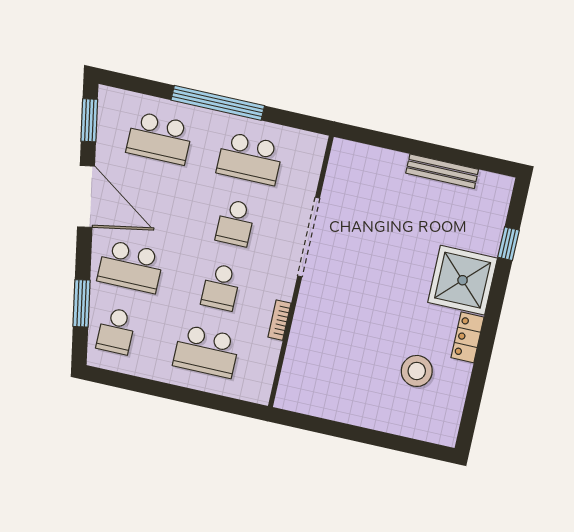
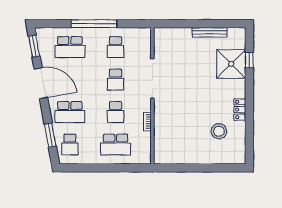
school desk: (250, 159) -> (116, 47), width x0.54
shower: (463, 280) -> (231, 64), moved

